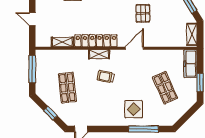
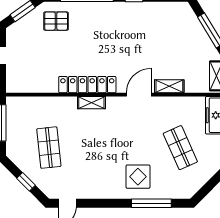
pallet: (143, 13) -> (151, 48), removed
shelving: (62, 42) -> (169, 86), moved
trolley: (106, 77) -> (100, 133), removed

